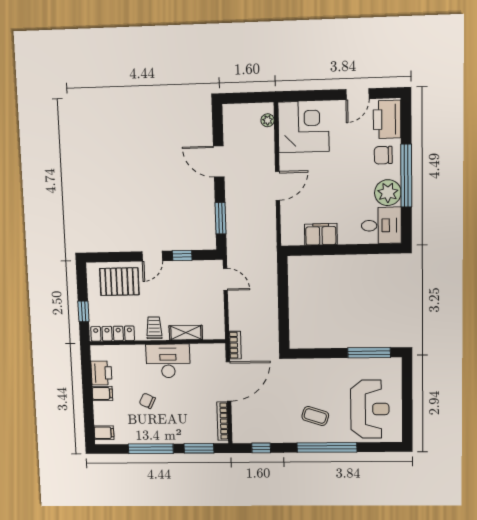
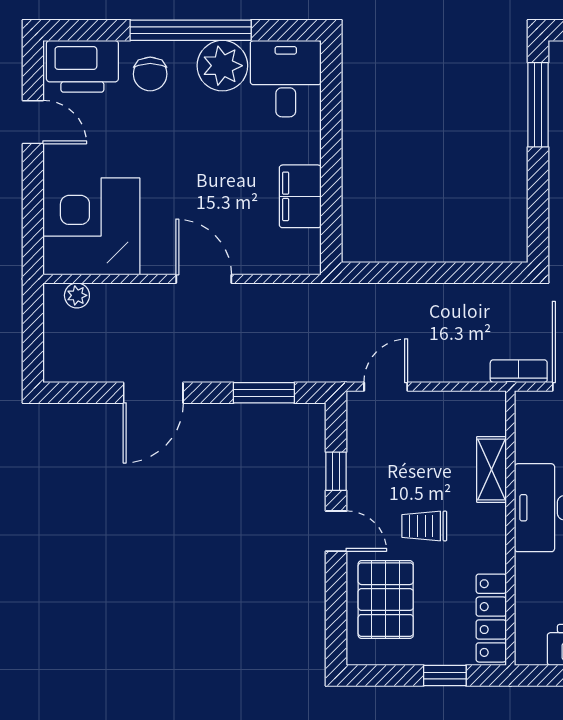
trolley: (154, 328) -> (424, 526), moved

